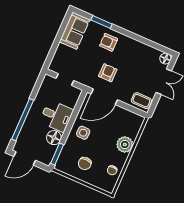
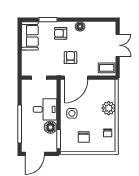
floor lamp: (165, 59) -> (80, 26), moved

